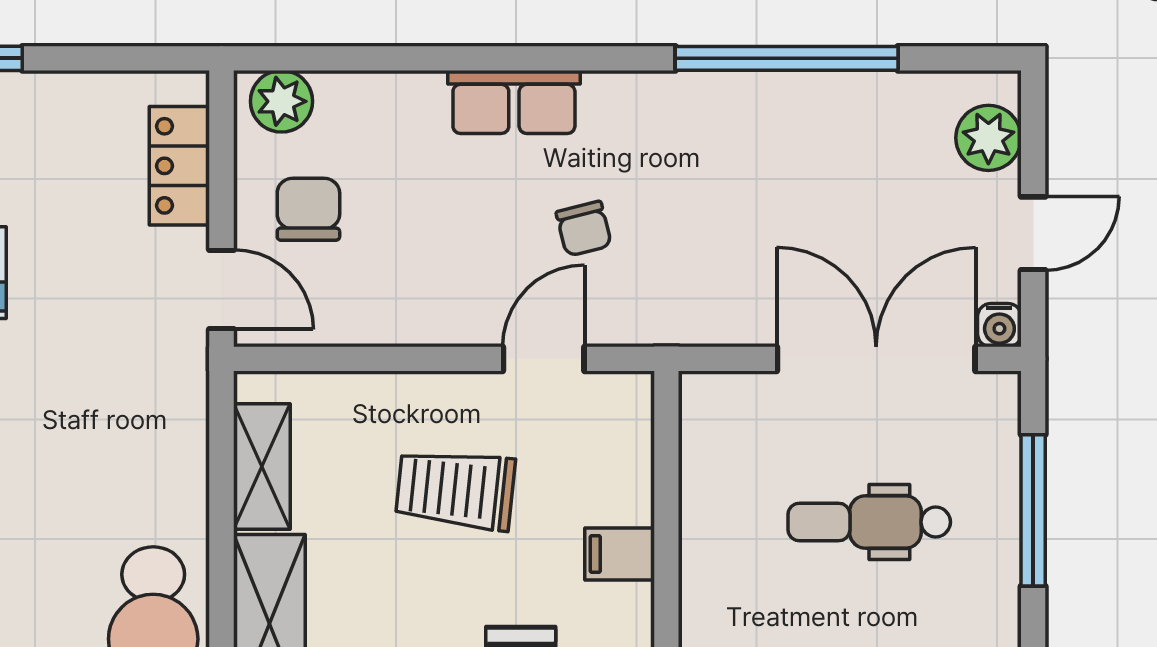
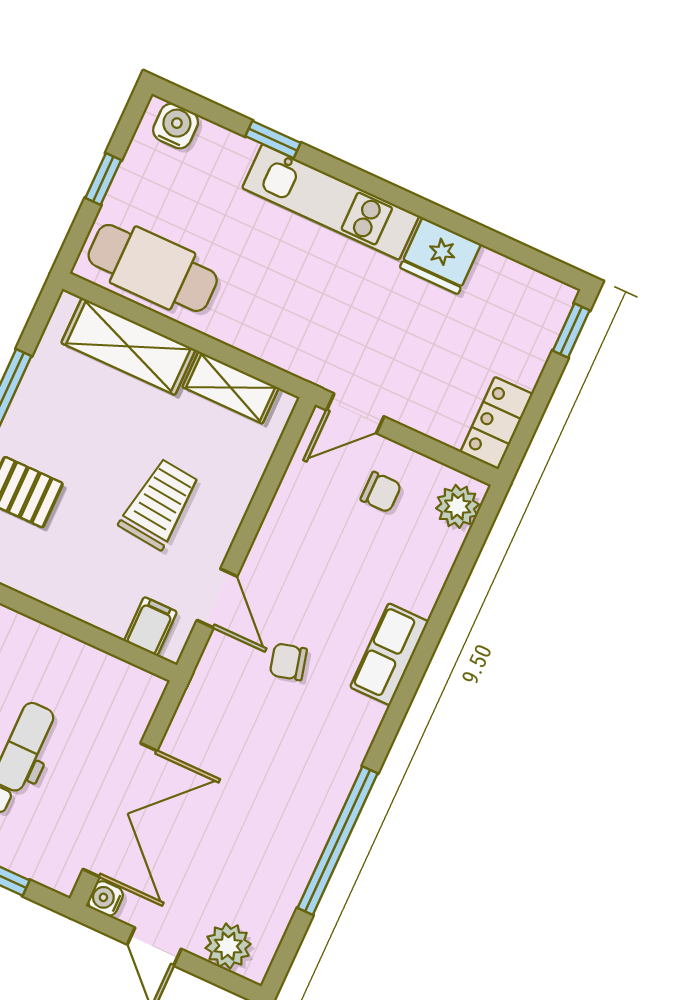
locker: (179, 166) -> (496, 423), moved, turned -90
chair: (308, 209) -> (381, 492), width x0.73, depth x0.73
filing cabinet: (620, 554) -> (151, 626), moved

